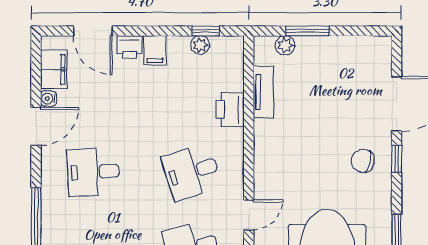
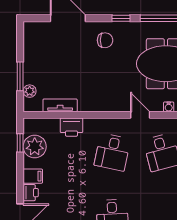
plant: (200, 45) -> (35, 147), width x1.87, depth x1.87
window: (397, 158) -> (121, 18), moved
chair: (363, 161) -> (105, 40), turned -102
desk: (192, 172) -> (112, 152), turned 30

